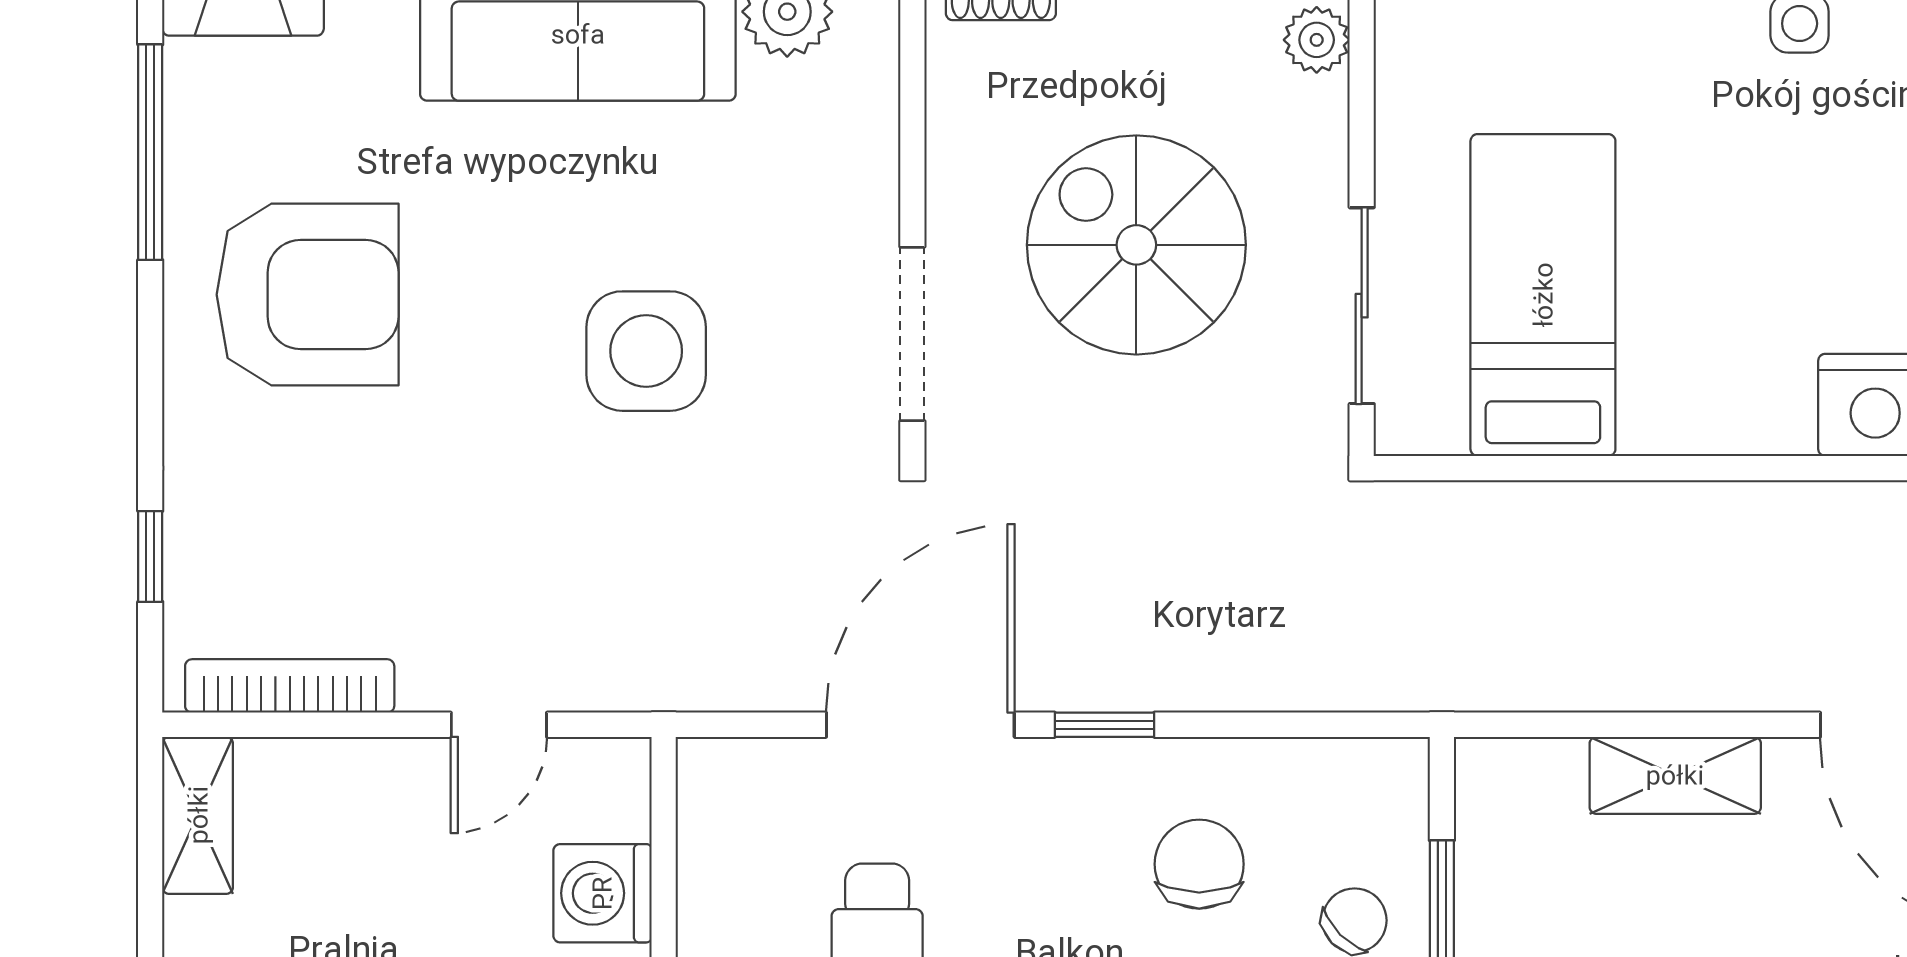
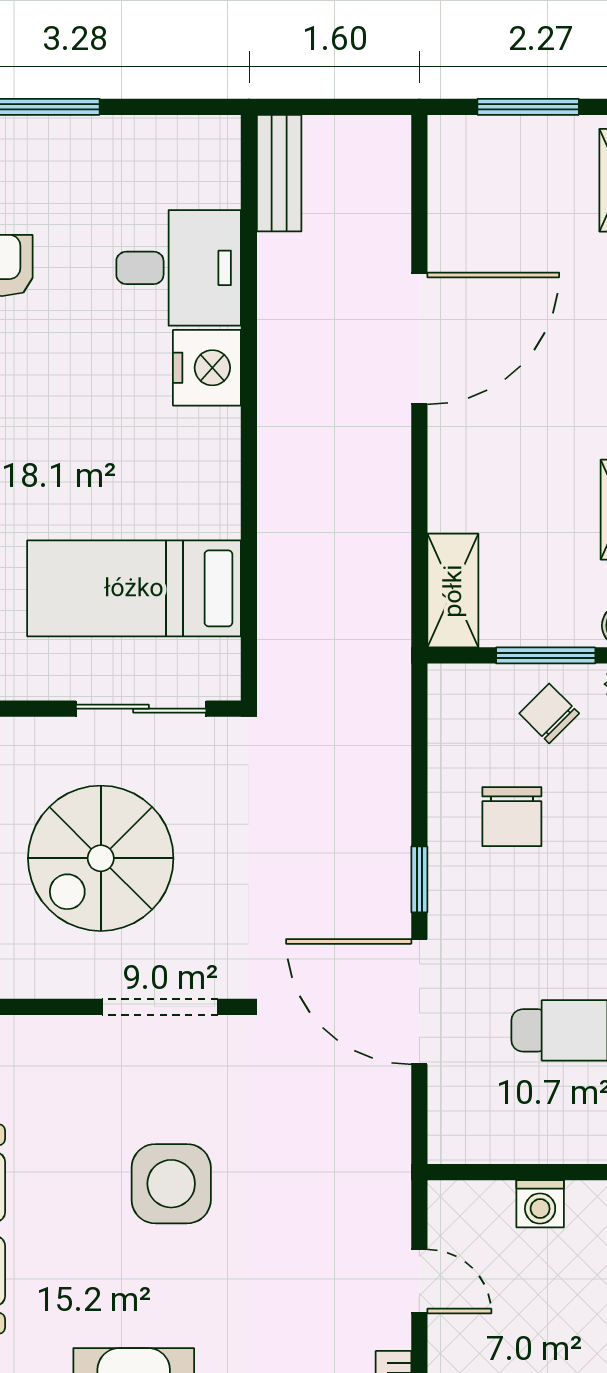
shelving: (1675, 775) -> (453, 591), moved
chair: (1199, 864) -> (512, 817), turned -90
washing machine: (602, 893) -> (540, 1204), width x0.73, depth x0.73

